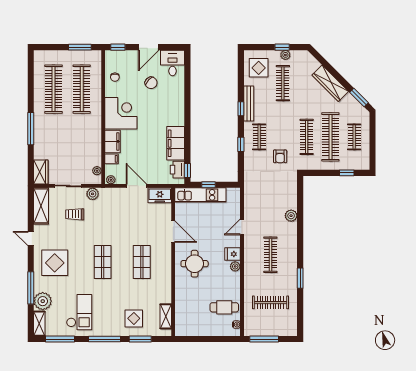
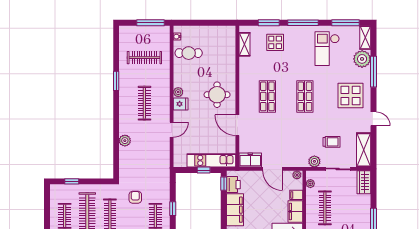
clothes rail: (82, 145) -> (325, 208), added

